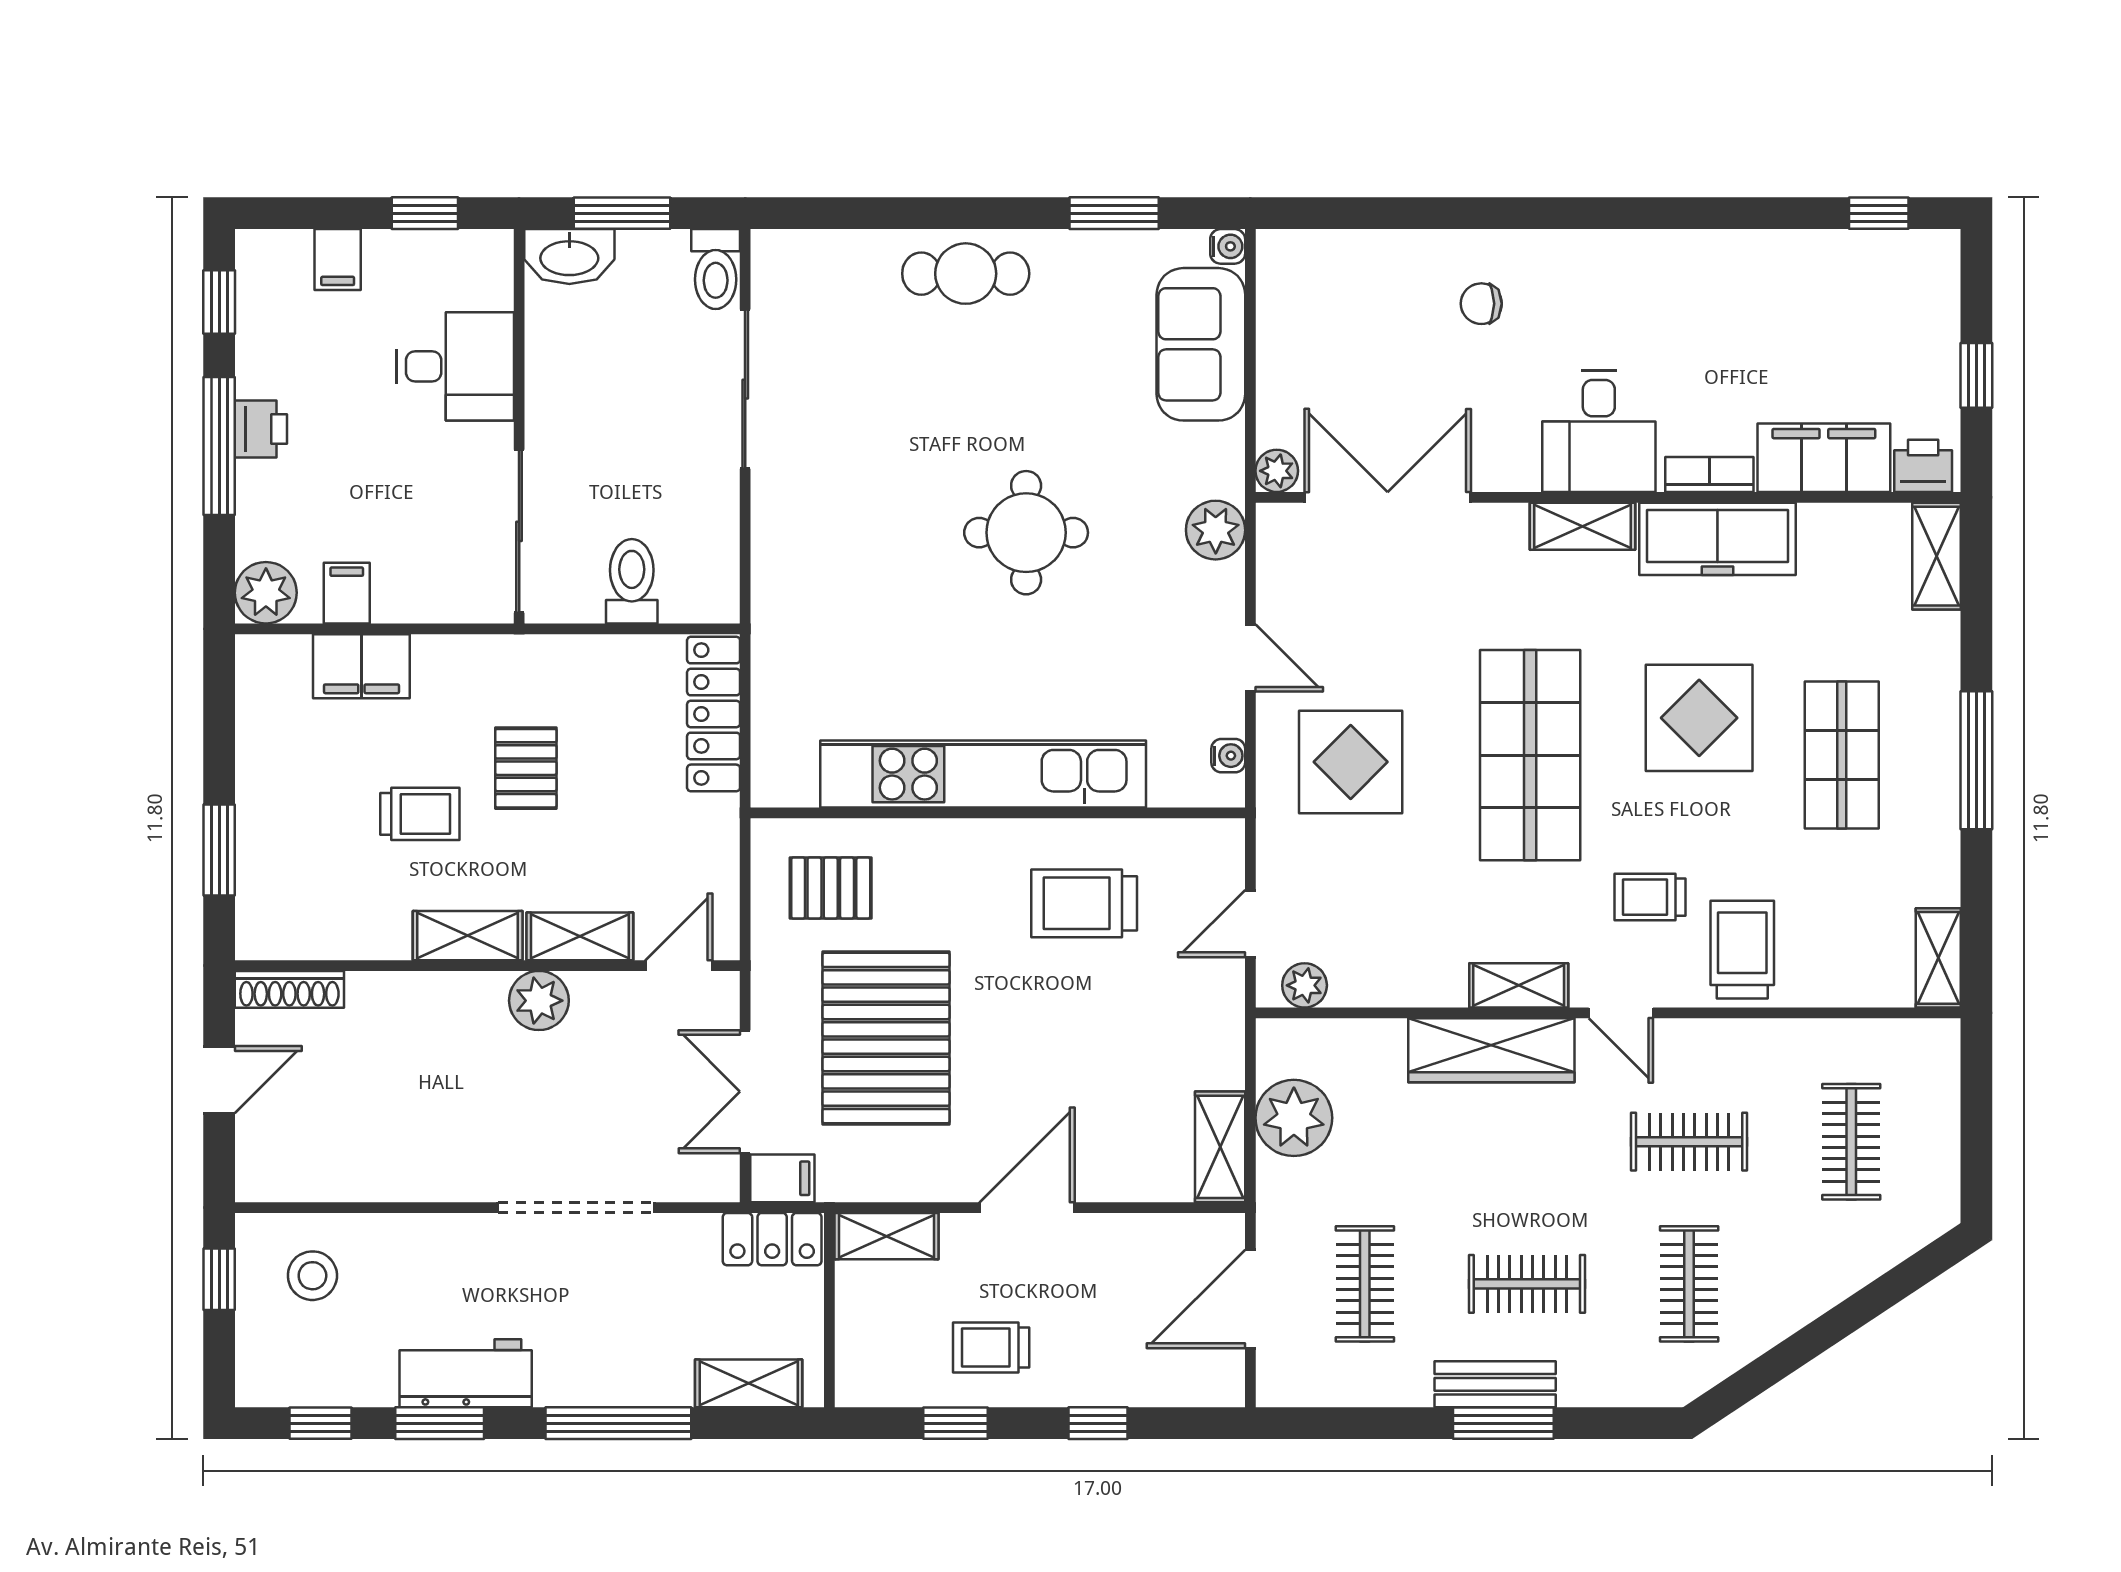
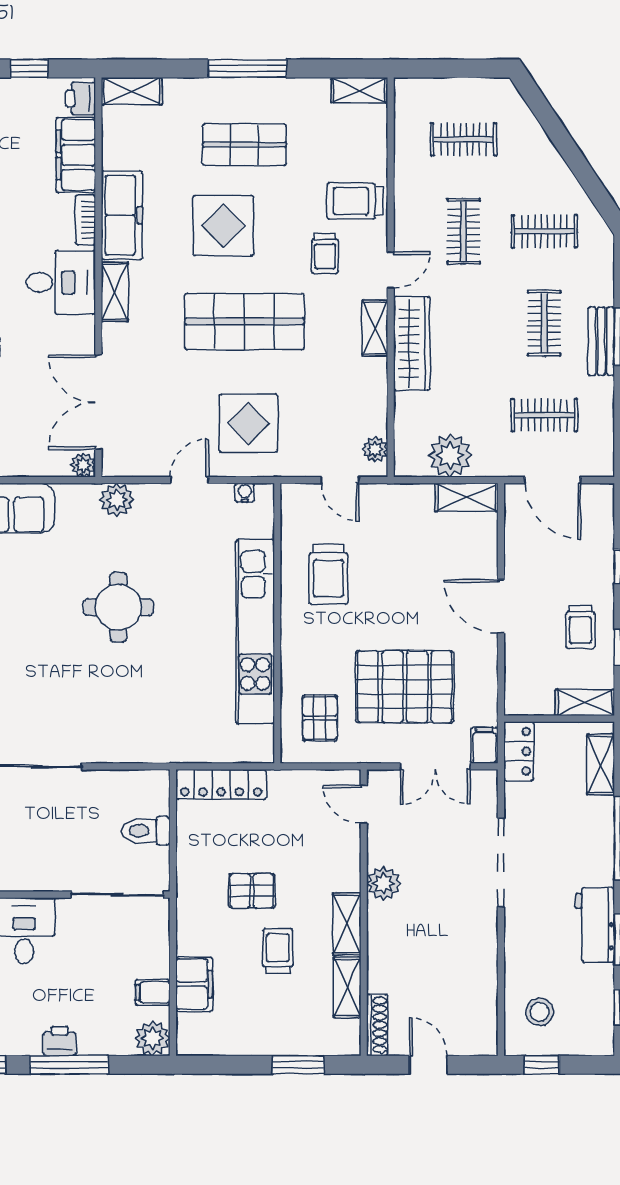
shelving: (580, 936) -> (347, 988), moved
shelving: (886, 1236) -> (585, 703), moved, turned 90

